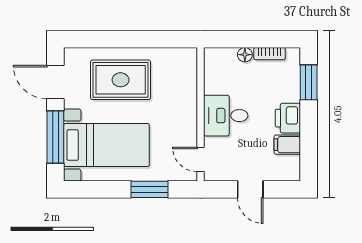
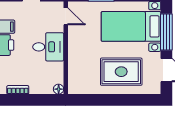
floor lamp: (245, 55) -> (59, 89), moved

